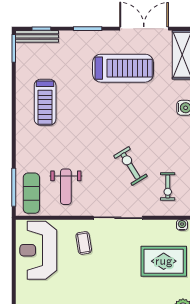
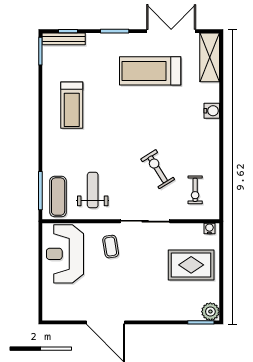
treadmill: (123, 68) -> (150, 71), turned 180
weight bench: (66, 187) -> (93, 190), turned 180

